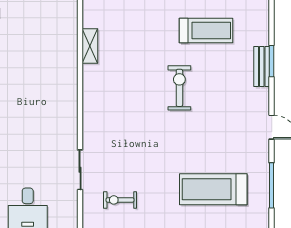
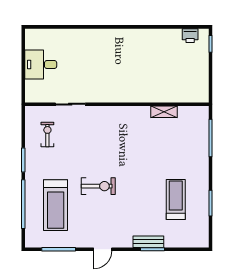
treadmill: (206, 30) -> (176, 200), turned 180
exercise bike: (179, 88) -> (98, 186), moved
treadmill: (213, 189) -> (56, 205), turned 180

